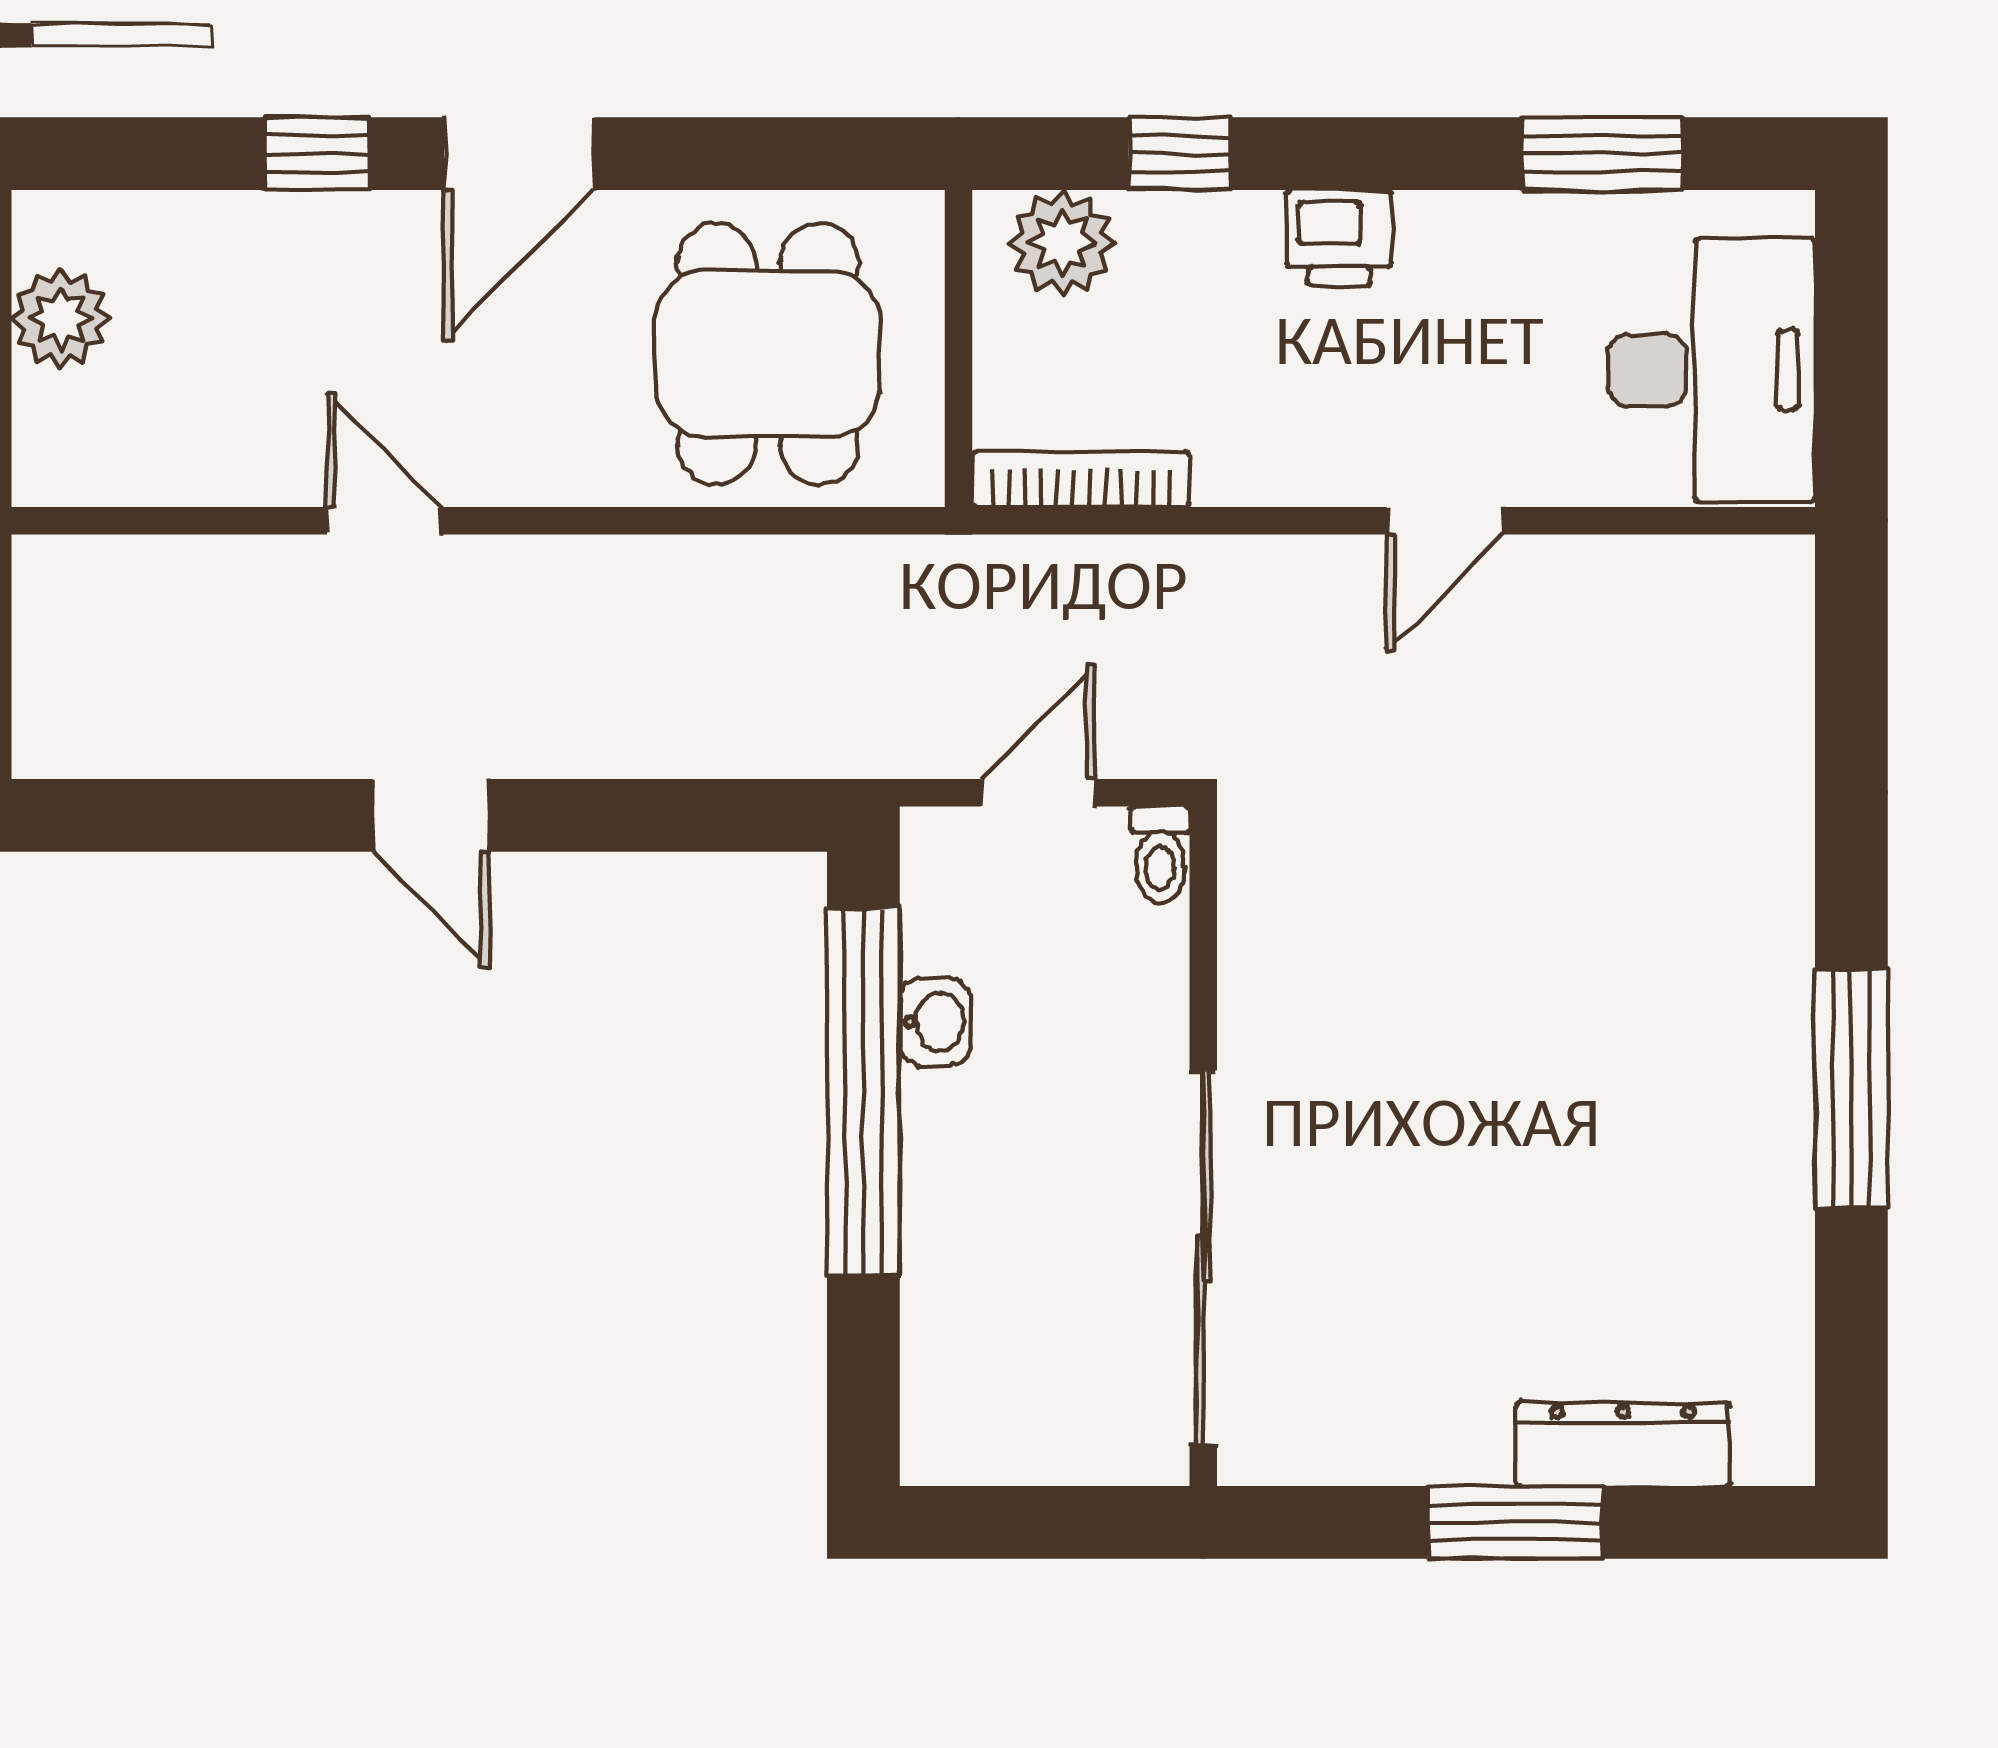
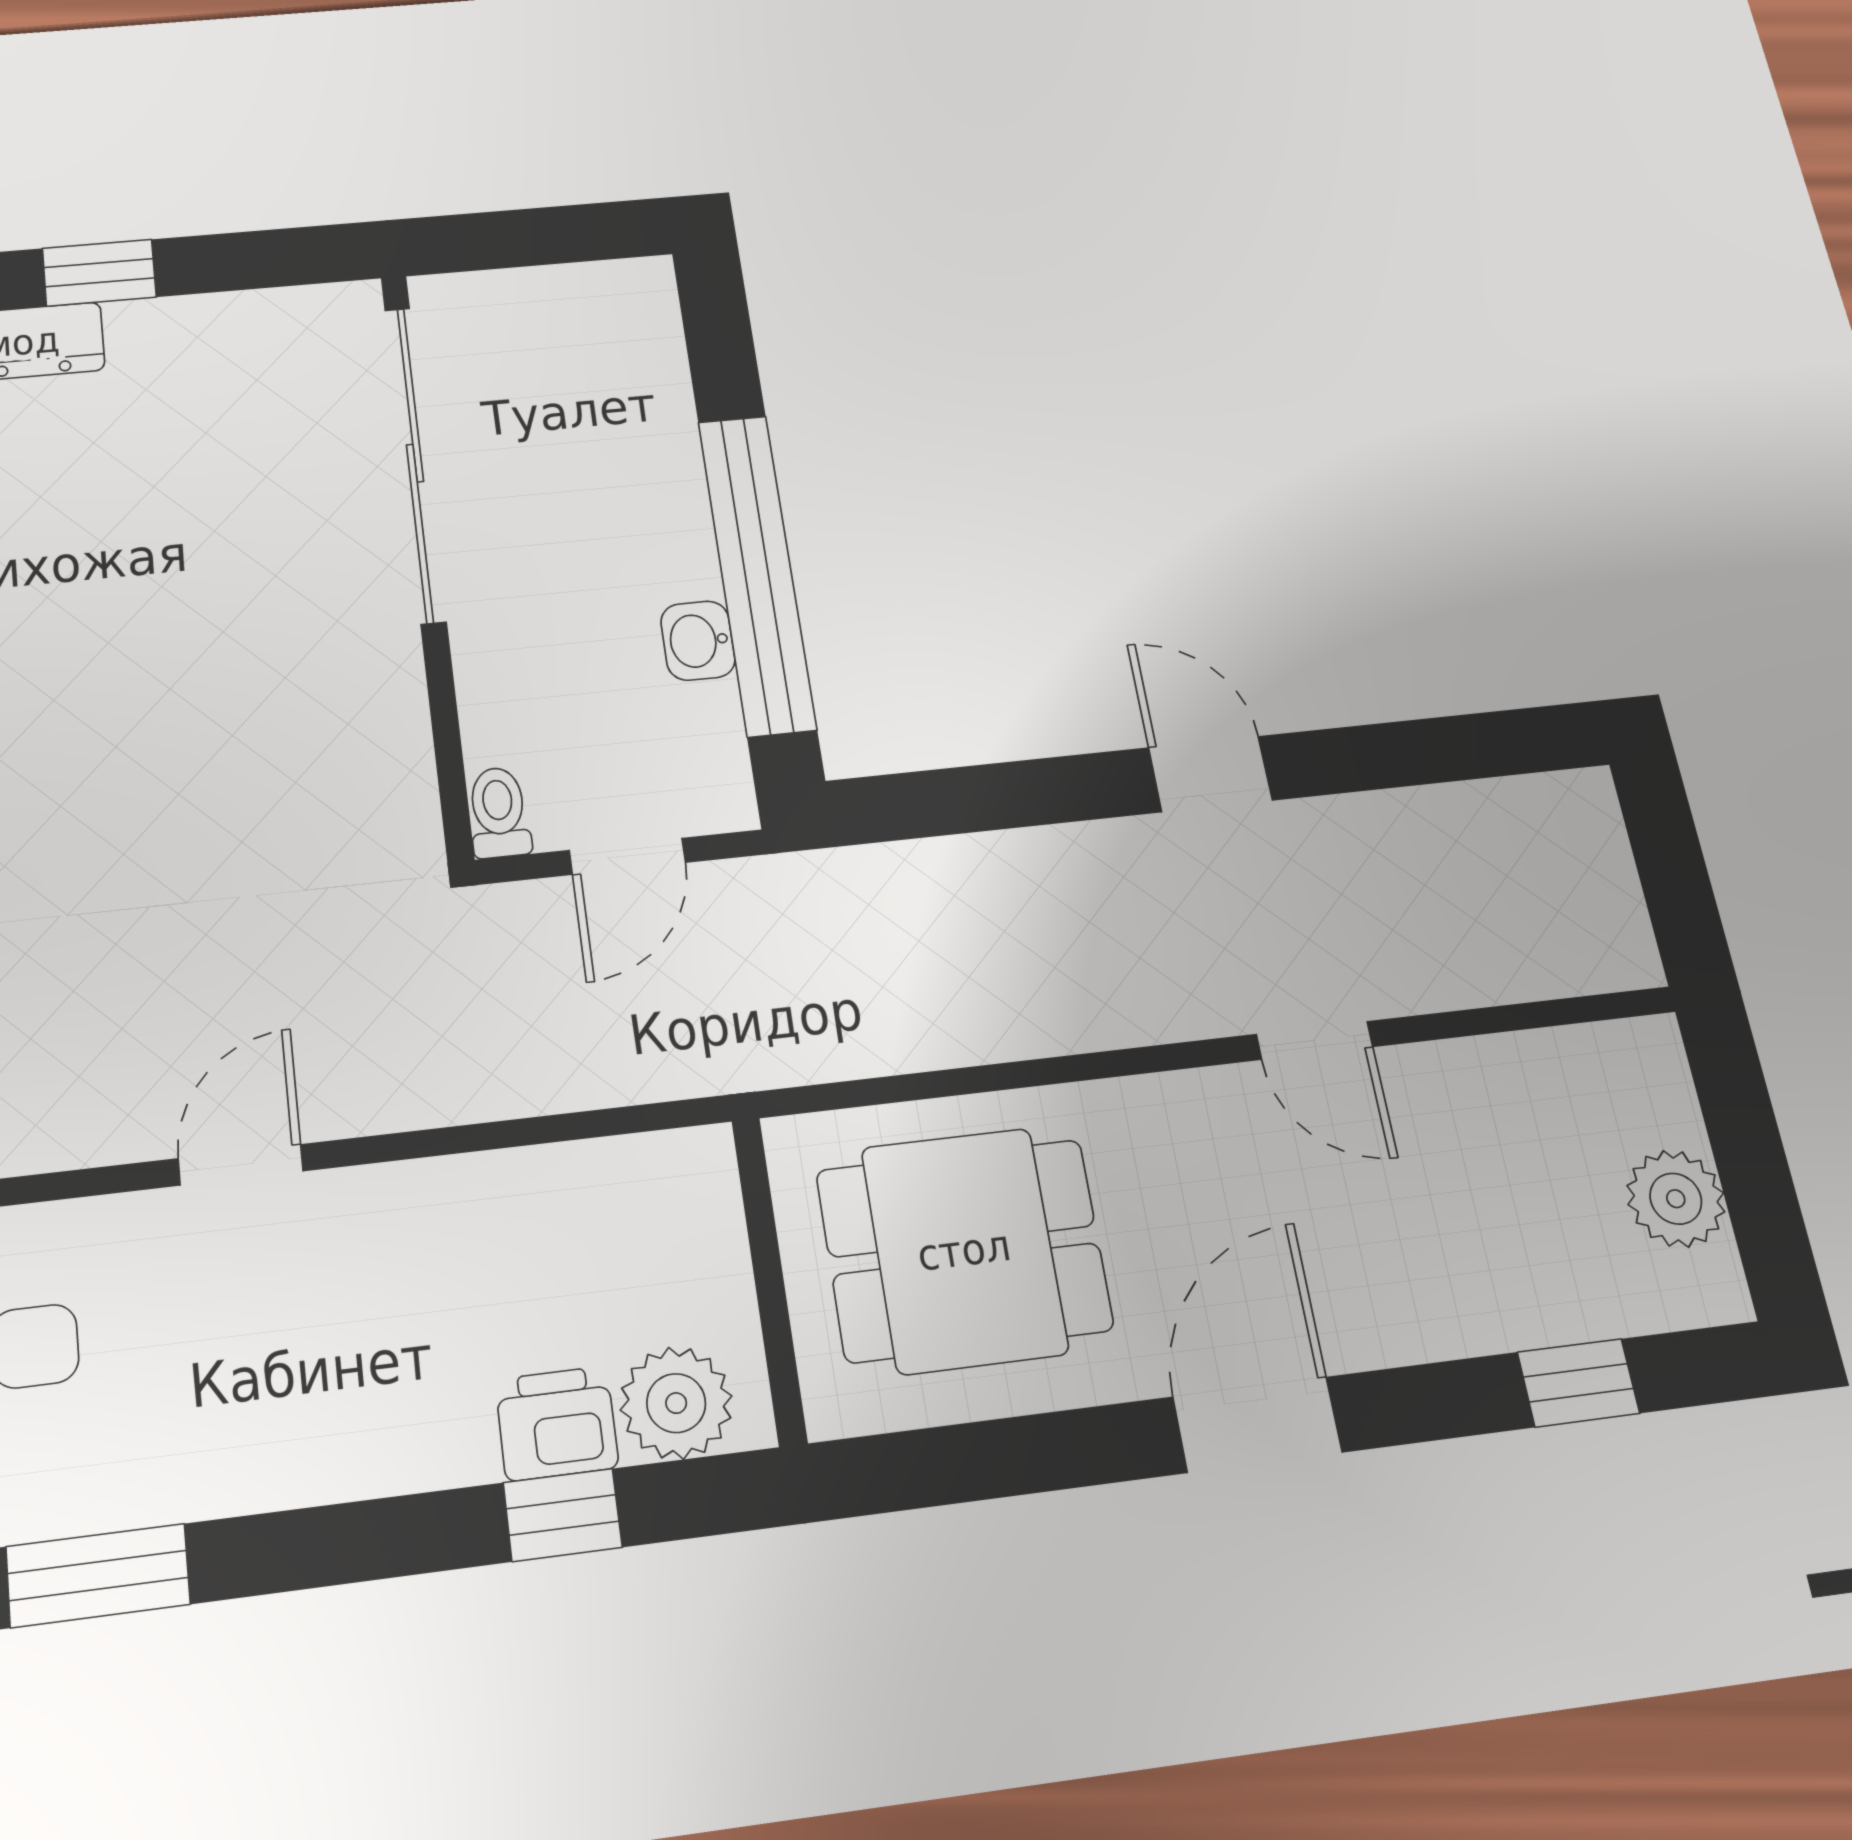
window: (317, 154) -> (1578, 1383), moved
printer: (1339, 238) -> (557, 1423), moved
dining table: (768, 354) -> (964, 1250), turned 90
bookcase: (1081, 479) -> (624, 1162), removed
window: (1515, 1522) -> (99, 273), width x0.67

